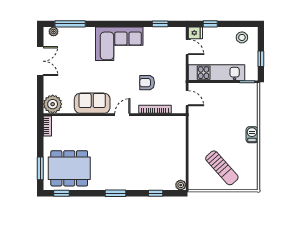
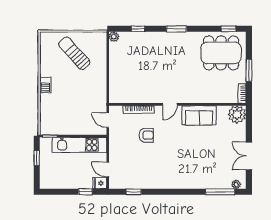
stool: (242, 37) -> (55, 179), removed
corner sofa: (119, 44) -> (173, 173), removed
window: (40, 168) -> (249, 70), moved

